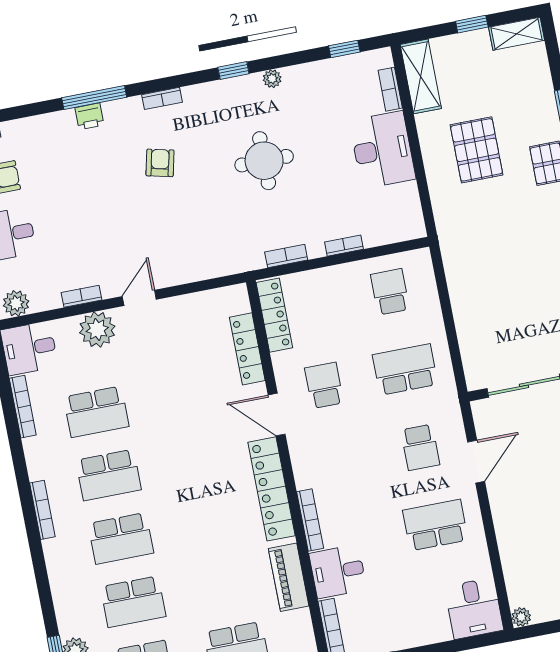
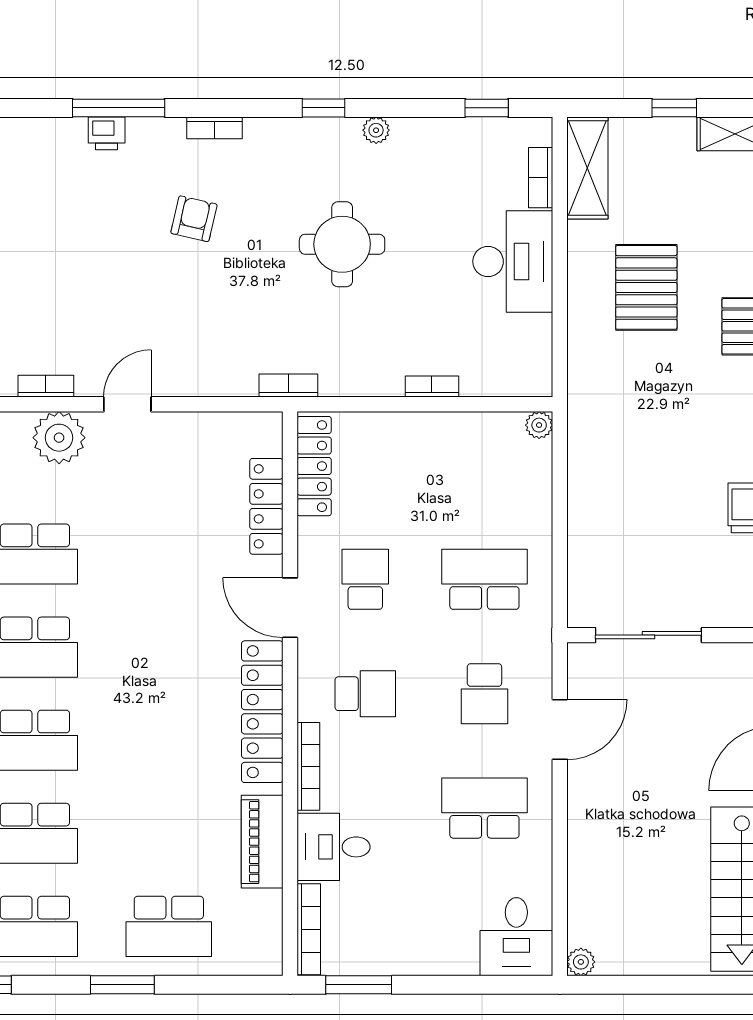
bookcase: (286, 256) -> (288, 386), moved
plant: (422, 258) -> (539, 425), added
school desk: (390, 292) -> (365, 694), moved, turned 90

